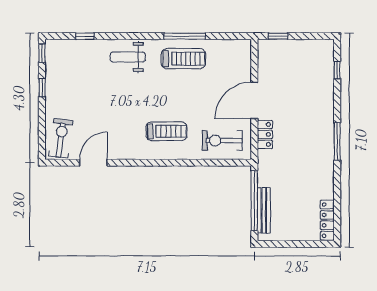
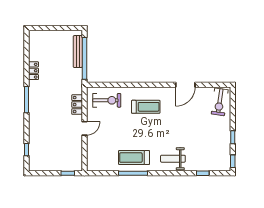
weight bench: (128, 57) -> (173, 159), turned 180
door: (254, 100) -> (84, 128), width x0.53
treadmill: (167, 131) -> (146, 107), turned 180
door: (93, 163) -> (185, 85), moved
locker: (327, 220) -> (33, 71), moved, width x0.66

